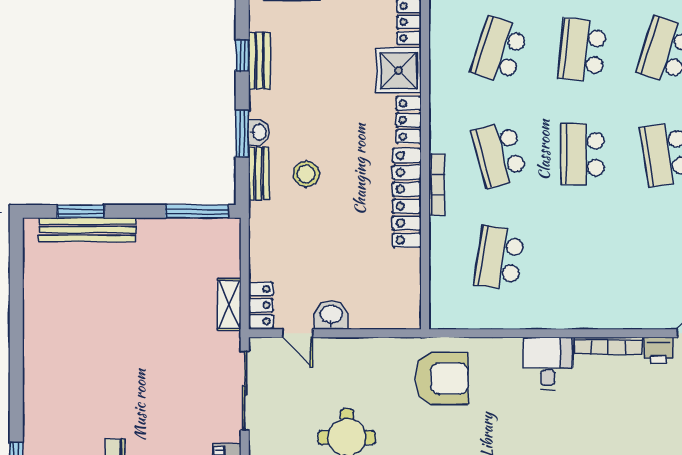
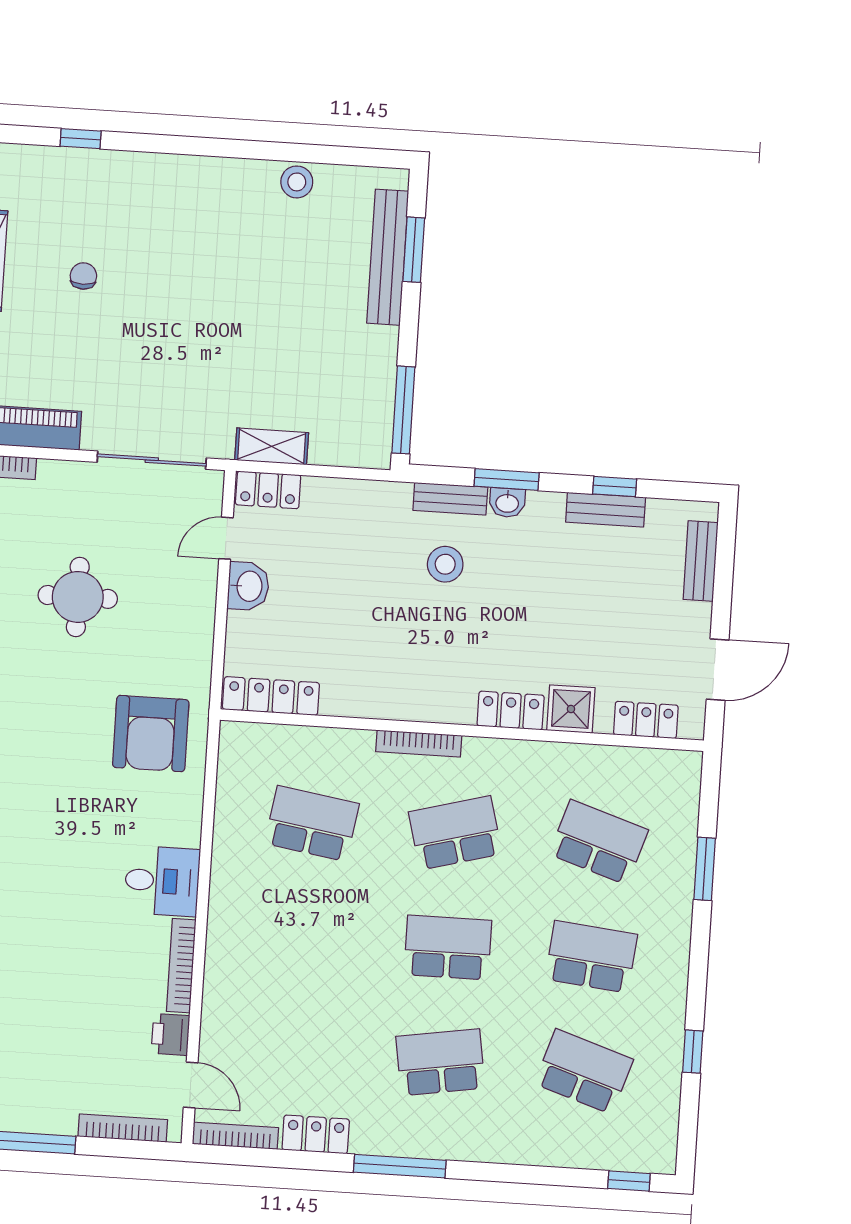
shower: (399, 71) -> (571, 709), width x0.73, depth x0.73
locker: (407, 198) -> (271, 696), moved, width x0.71, depth x0.83
stool: (37, 299) -> (297, 182), added

